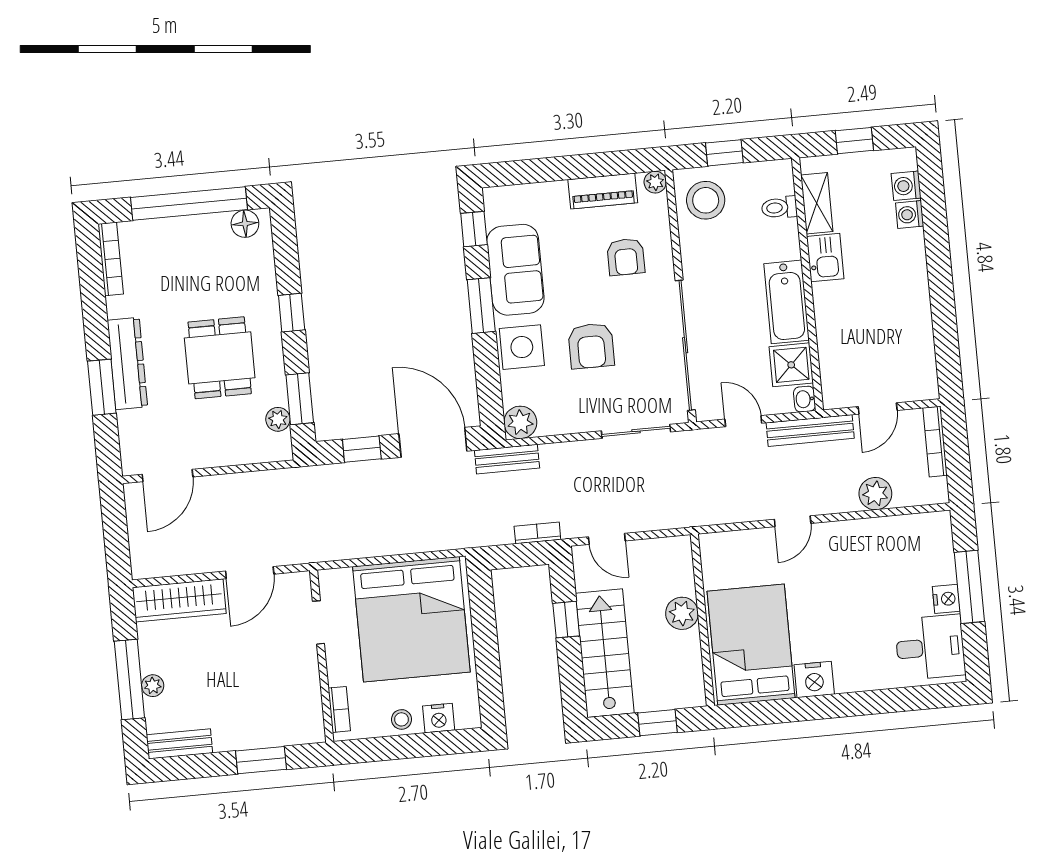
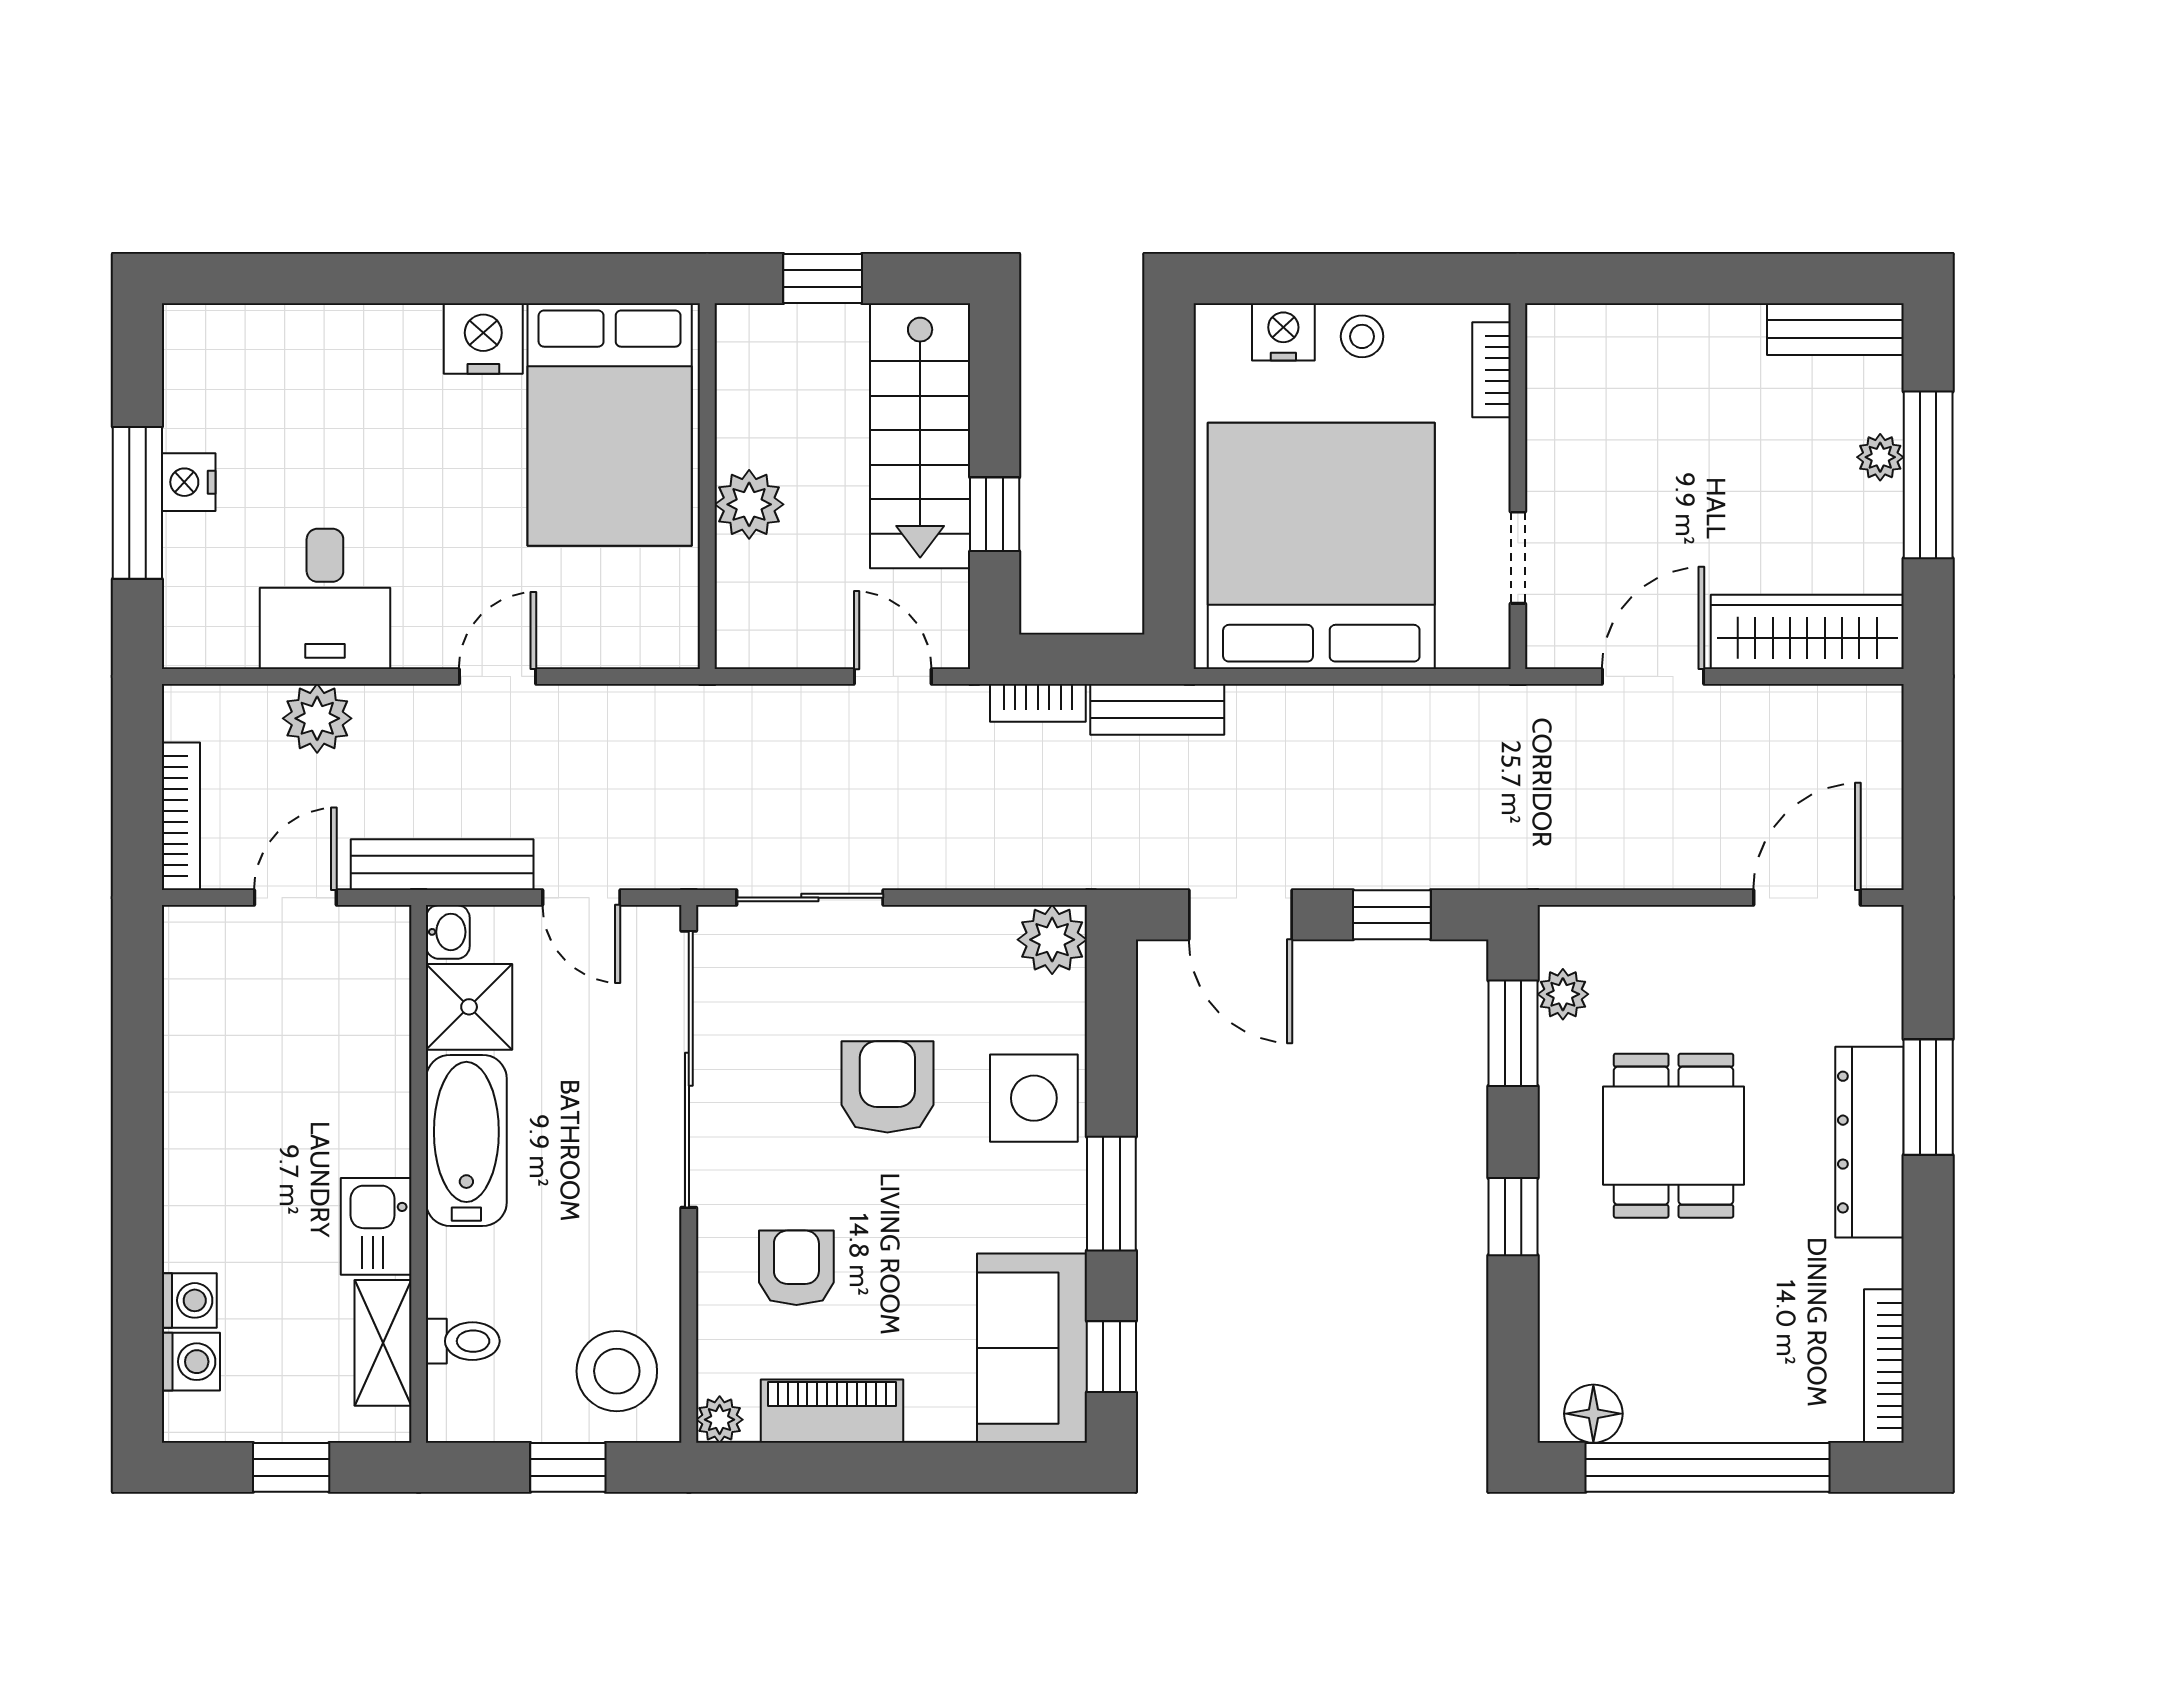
sofa: (515, 270) -> (1032, 1348), moved
door: (433, 442) -> (1240, 915), width x0.73
bench: (507, 459) -> (1157, 709), moved
desk: (930, 647) -> (325, 599), moved, turned -90
window: (261, 760) -> (1667, 279), removed

